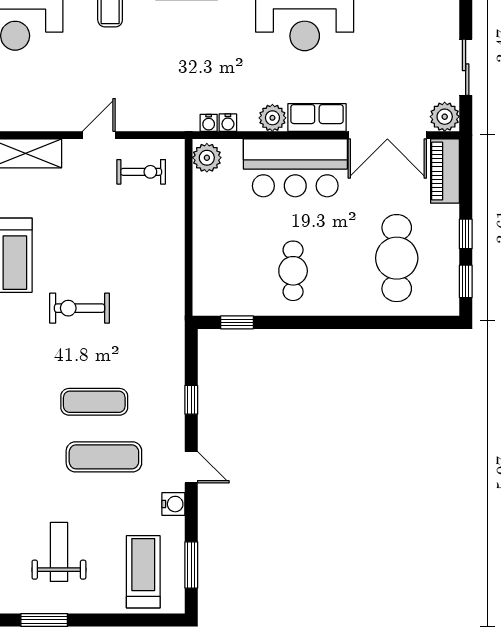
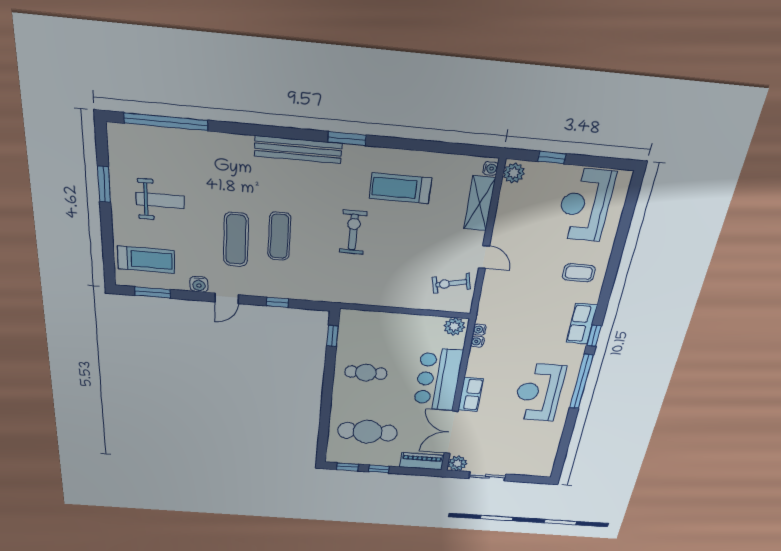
plant: (272, 118) -> (475, 369), removed
exercise bike: (141, 172) -> (451, 283), turned 77

